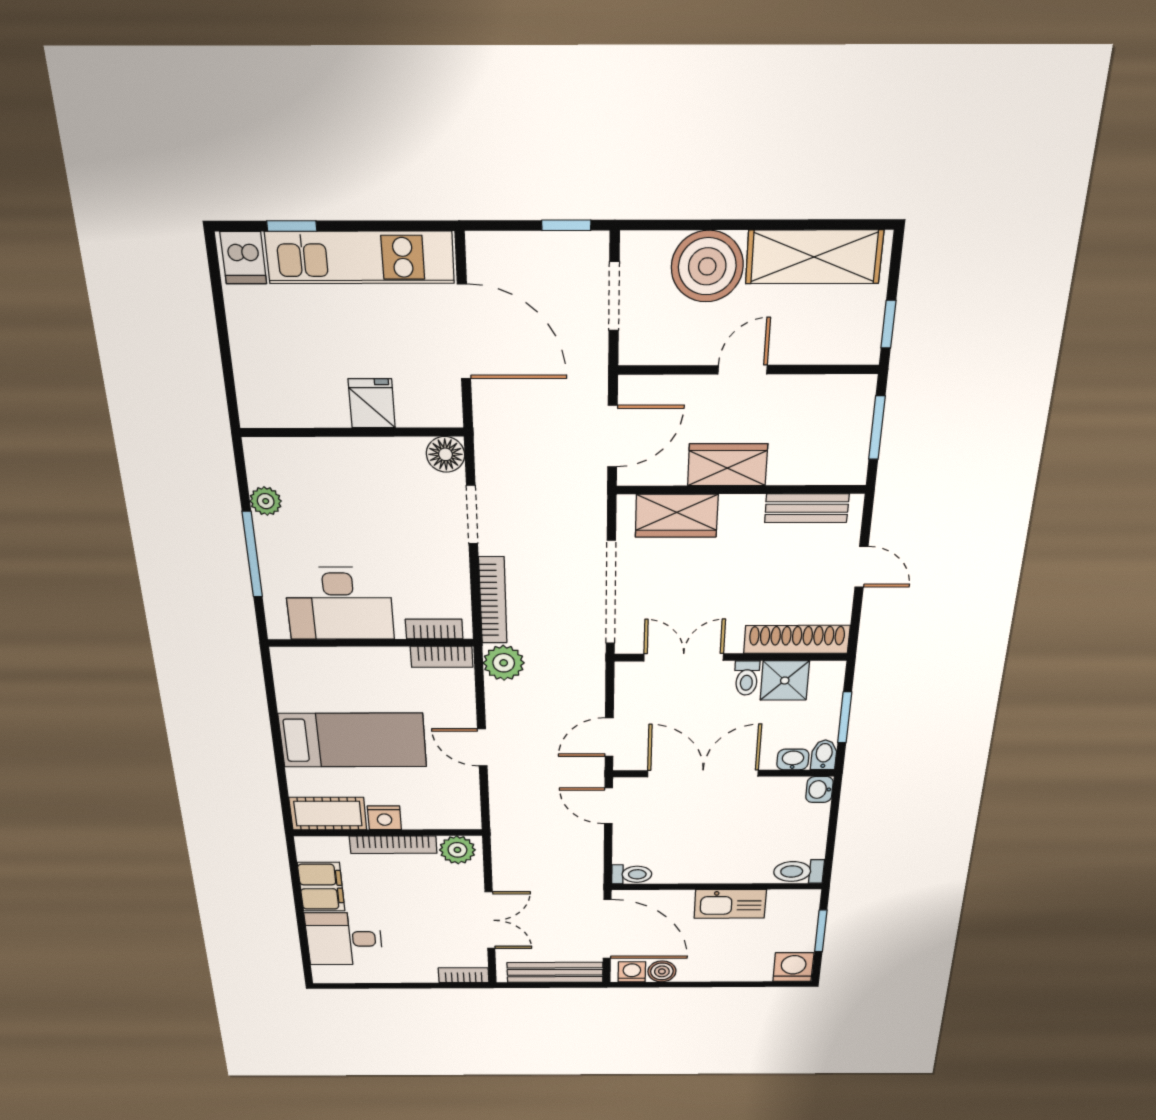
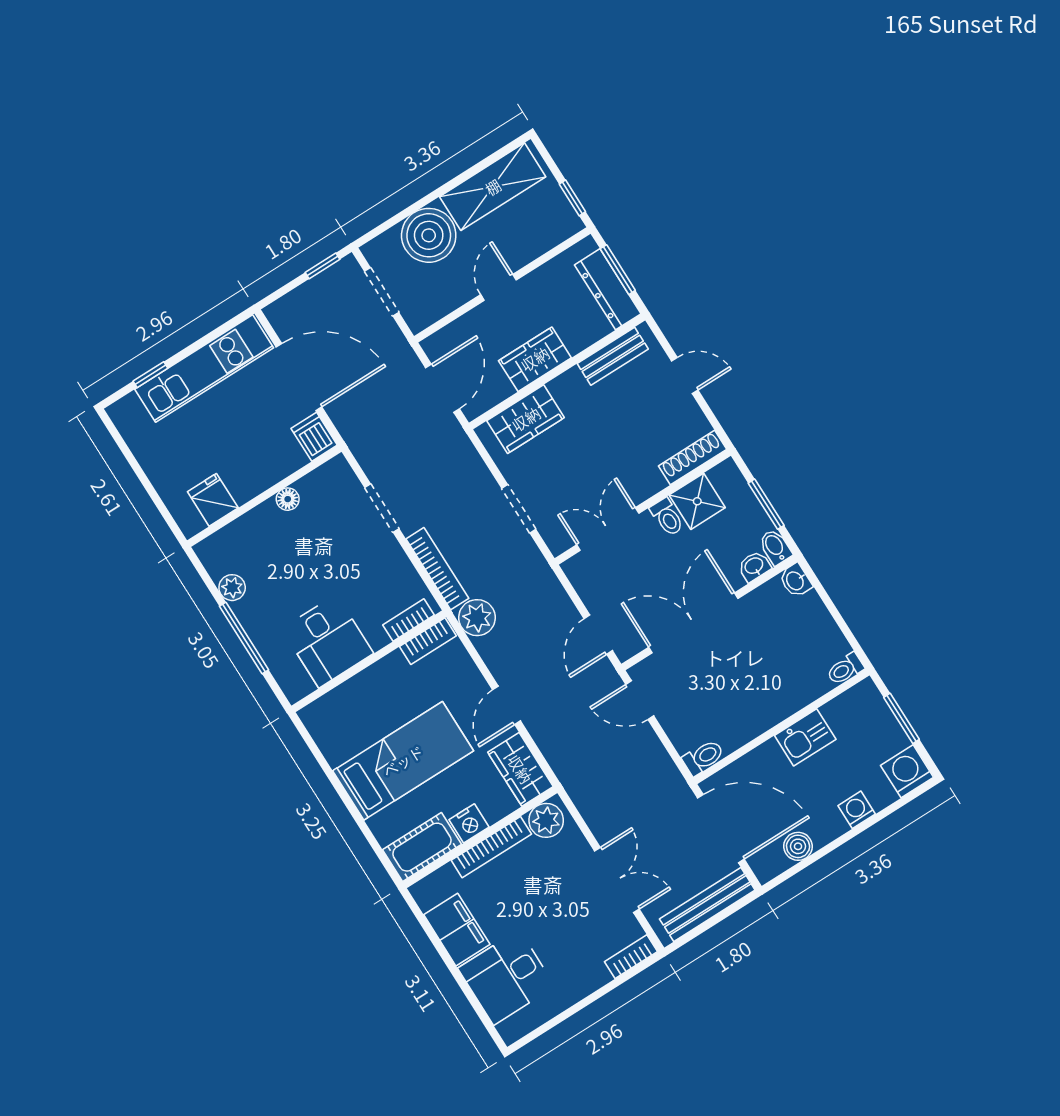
dishwasher: (243, 258) -> (314, 437), moved, turned 180
fridge: (372, 403) -> (213, 500), moved
dresser: (852, 441) -> (608, 289), added
floor lamp: (445, 454) -> (288, 499), moved, width x0.73, depth x0.73
doorway: (611, 593) -> (519, 509), width x0.53
desk: (339, 604) -> (328, 641), width x0.73
shoe rack: (797, 639) -> (693, 458), width x0.74, depth x0.81
door: (482, 747) -> (507, 705), hinge flipped
wardrobe: (461, 802) -> (520, 769), added
toilet: (799, 871) -> (845, 669), width x0.73, depth x0.72
kitchen sink: (730, 904) -> (805, 737), width x0.73
washing machine: (632, 972) -> (857, 810), moved

